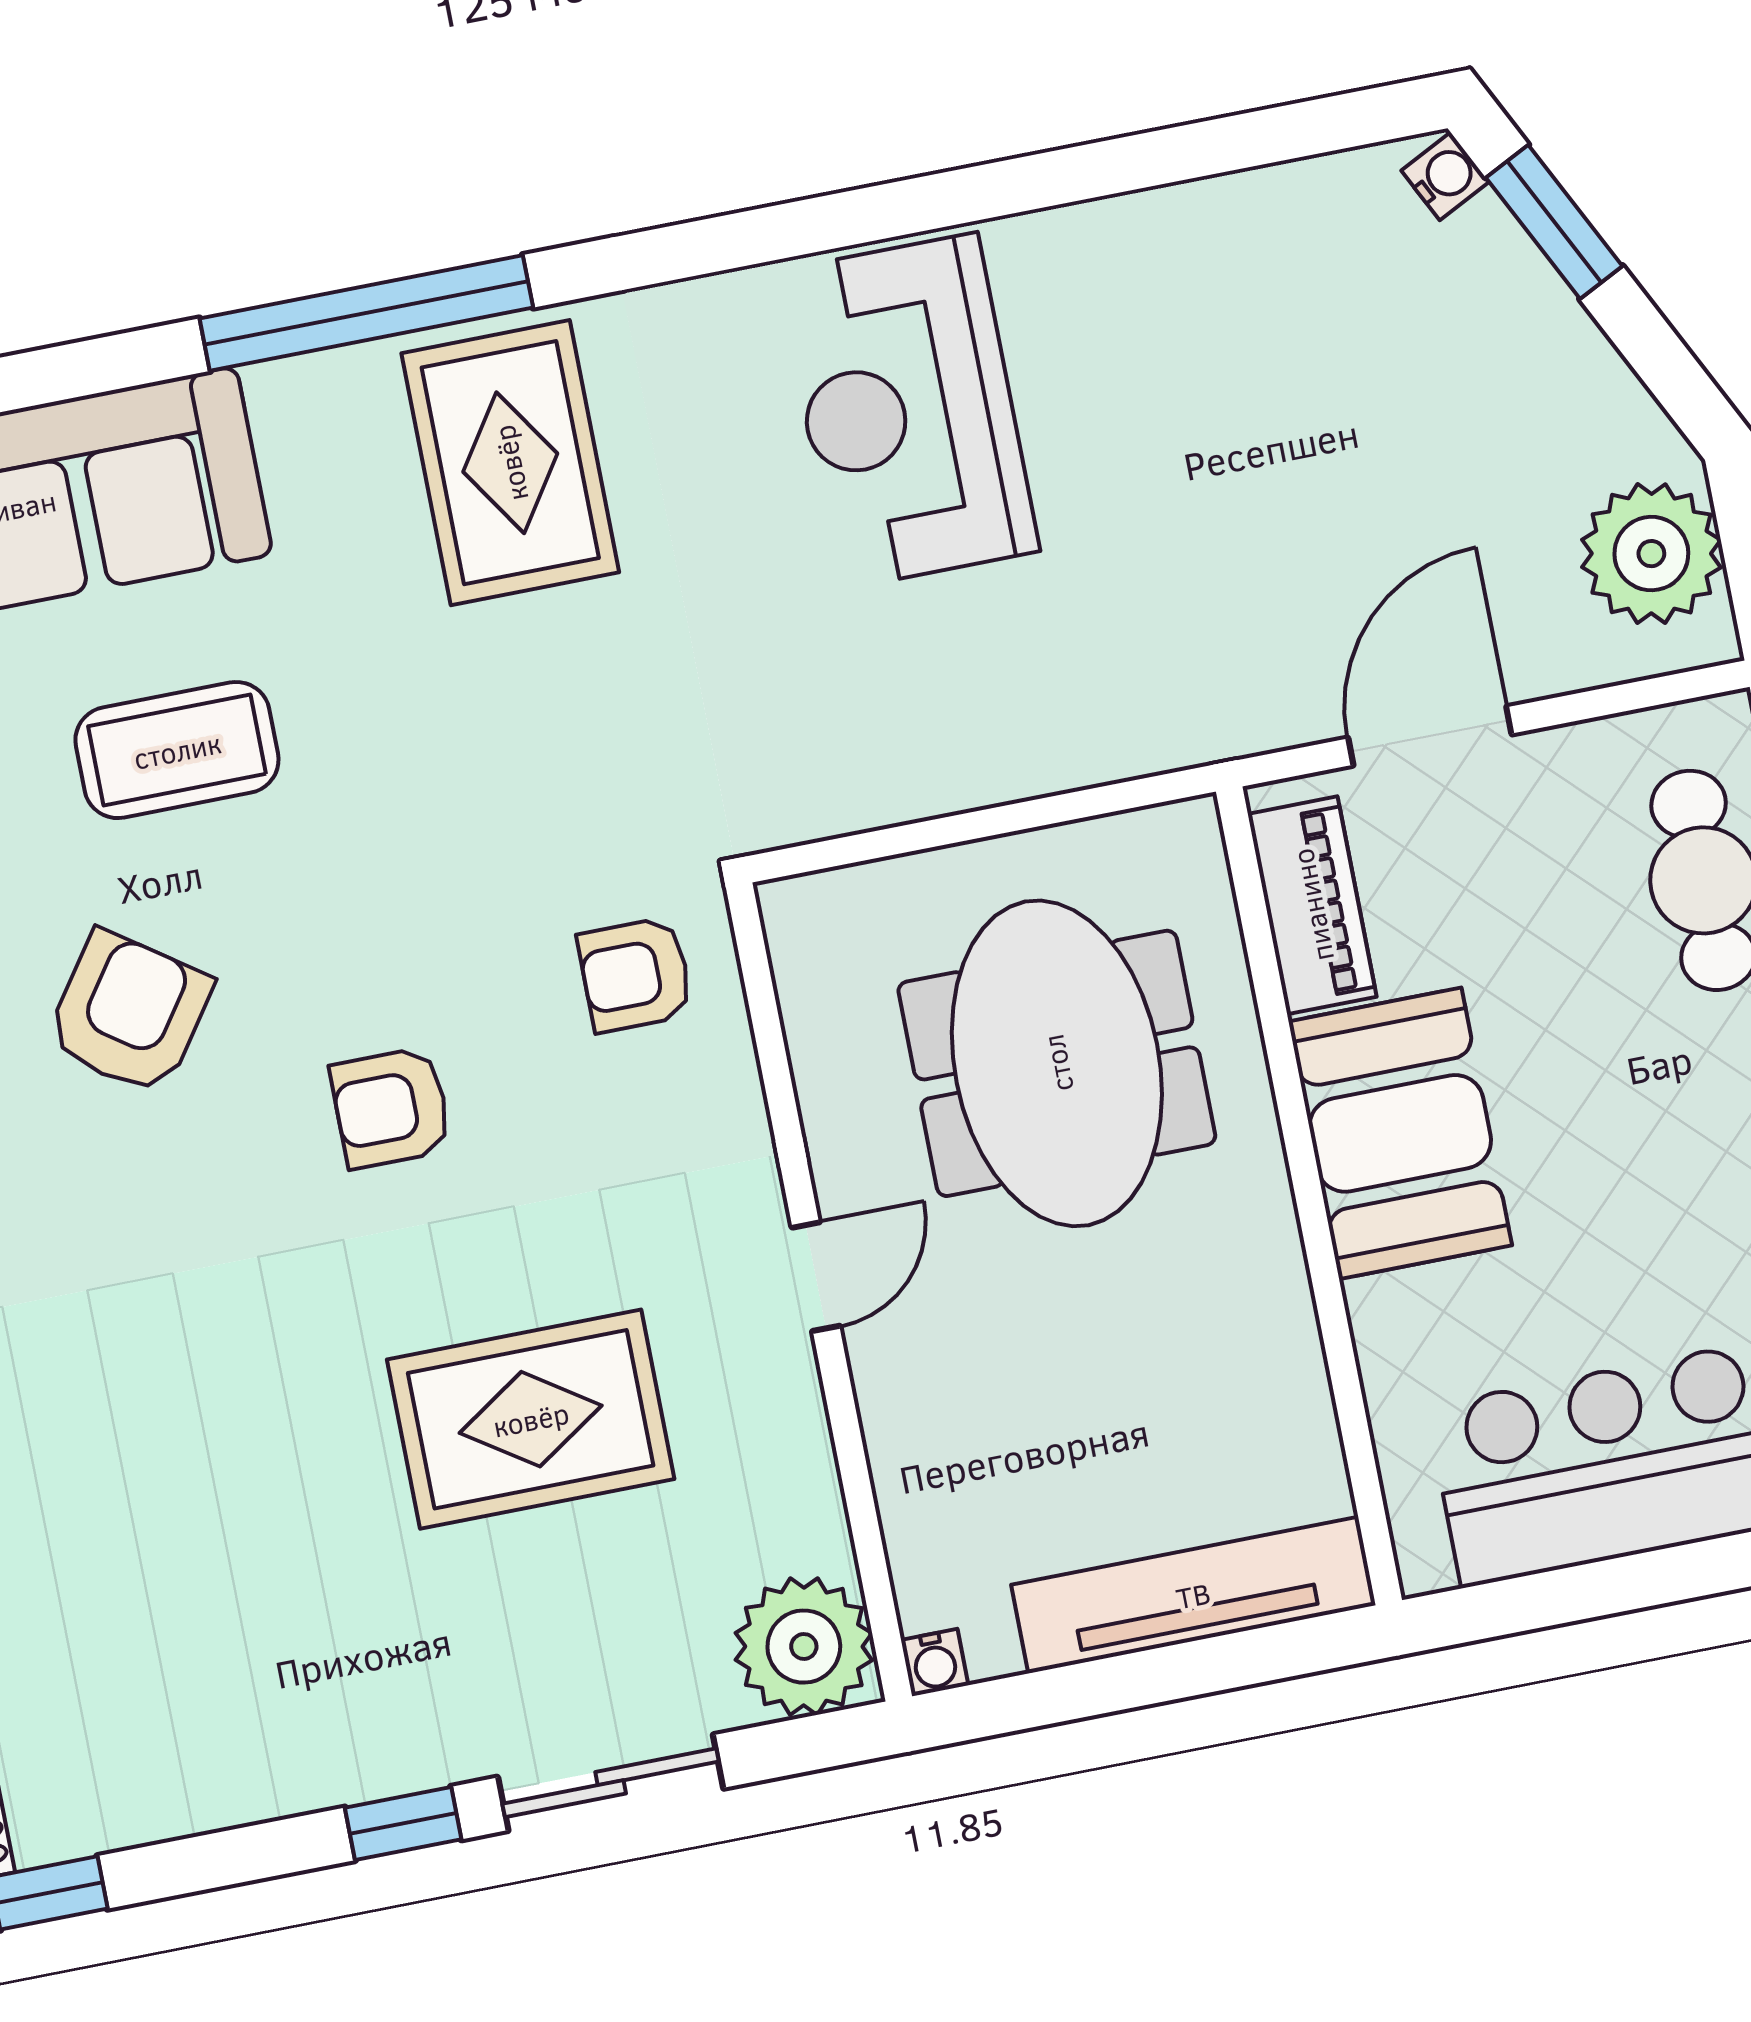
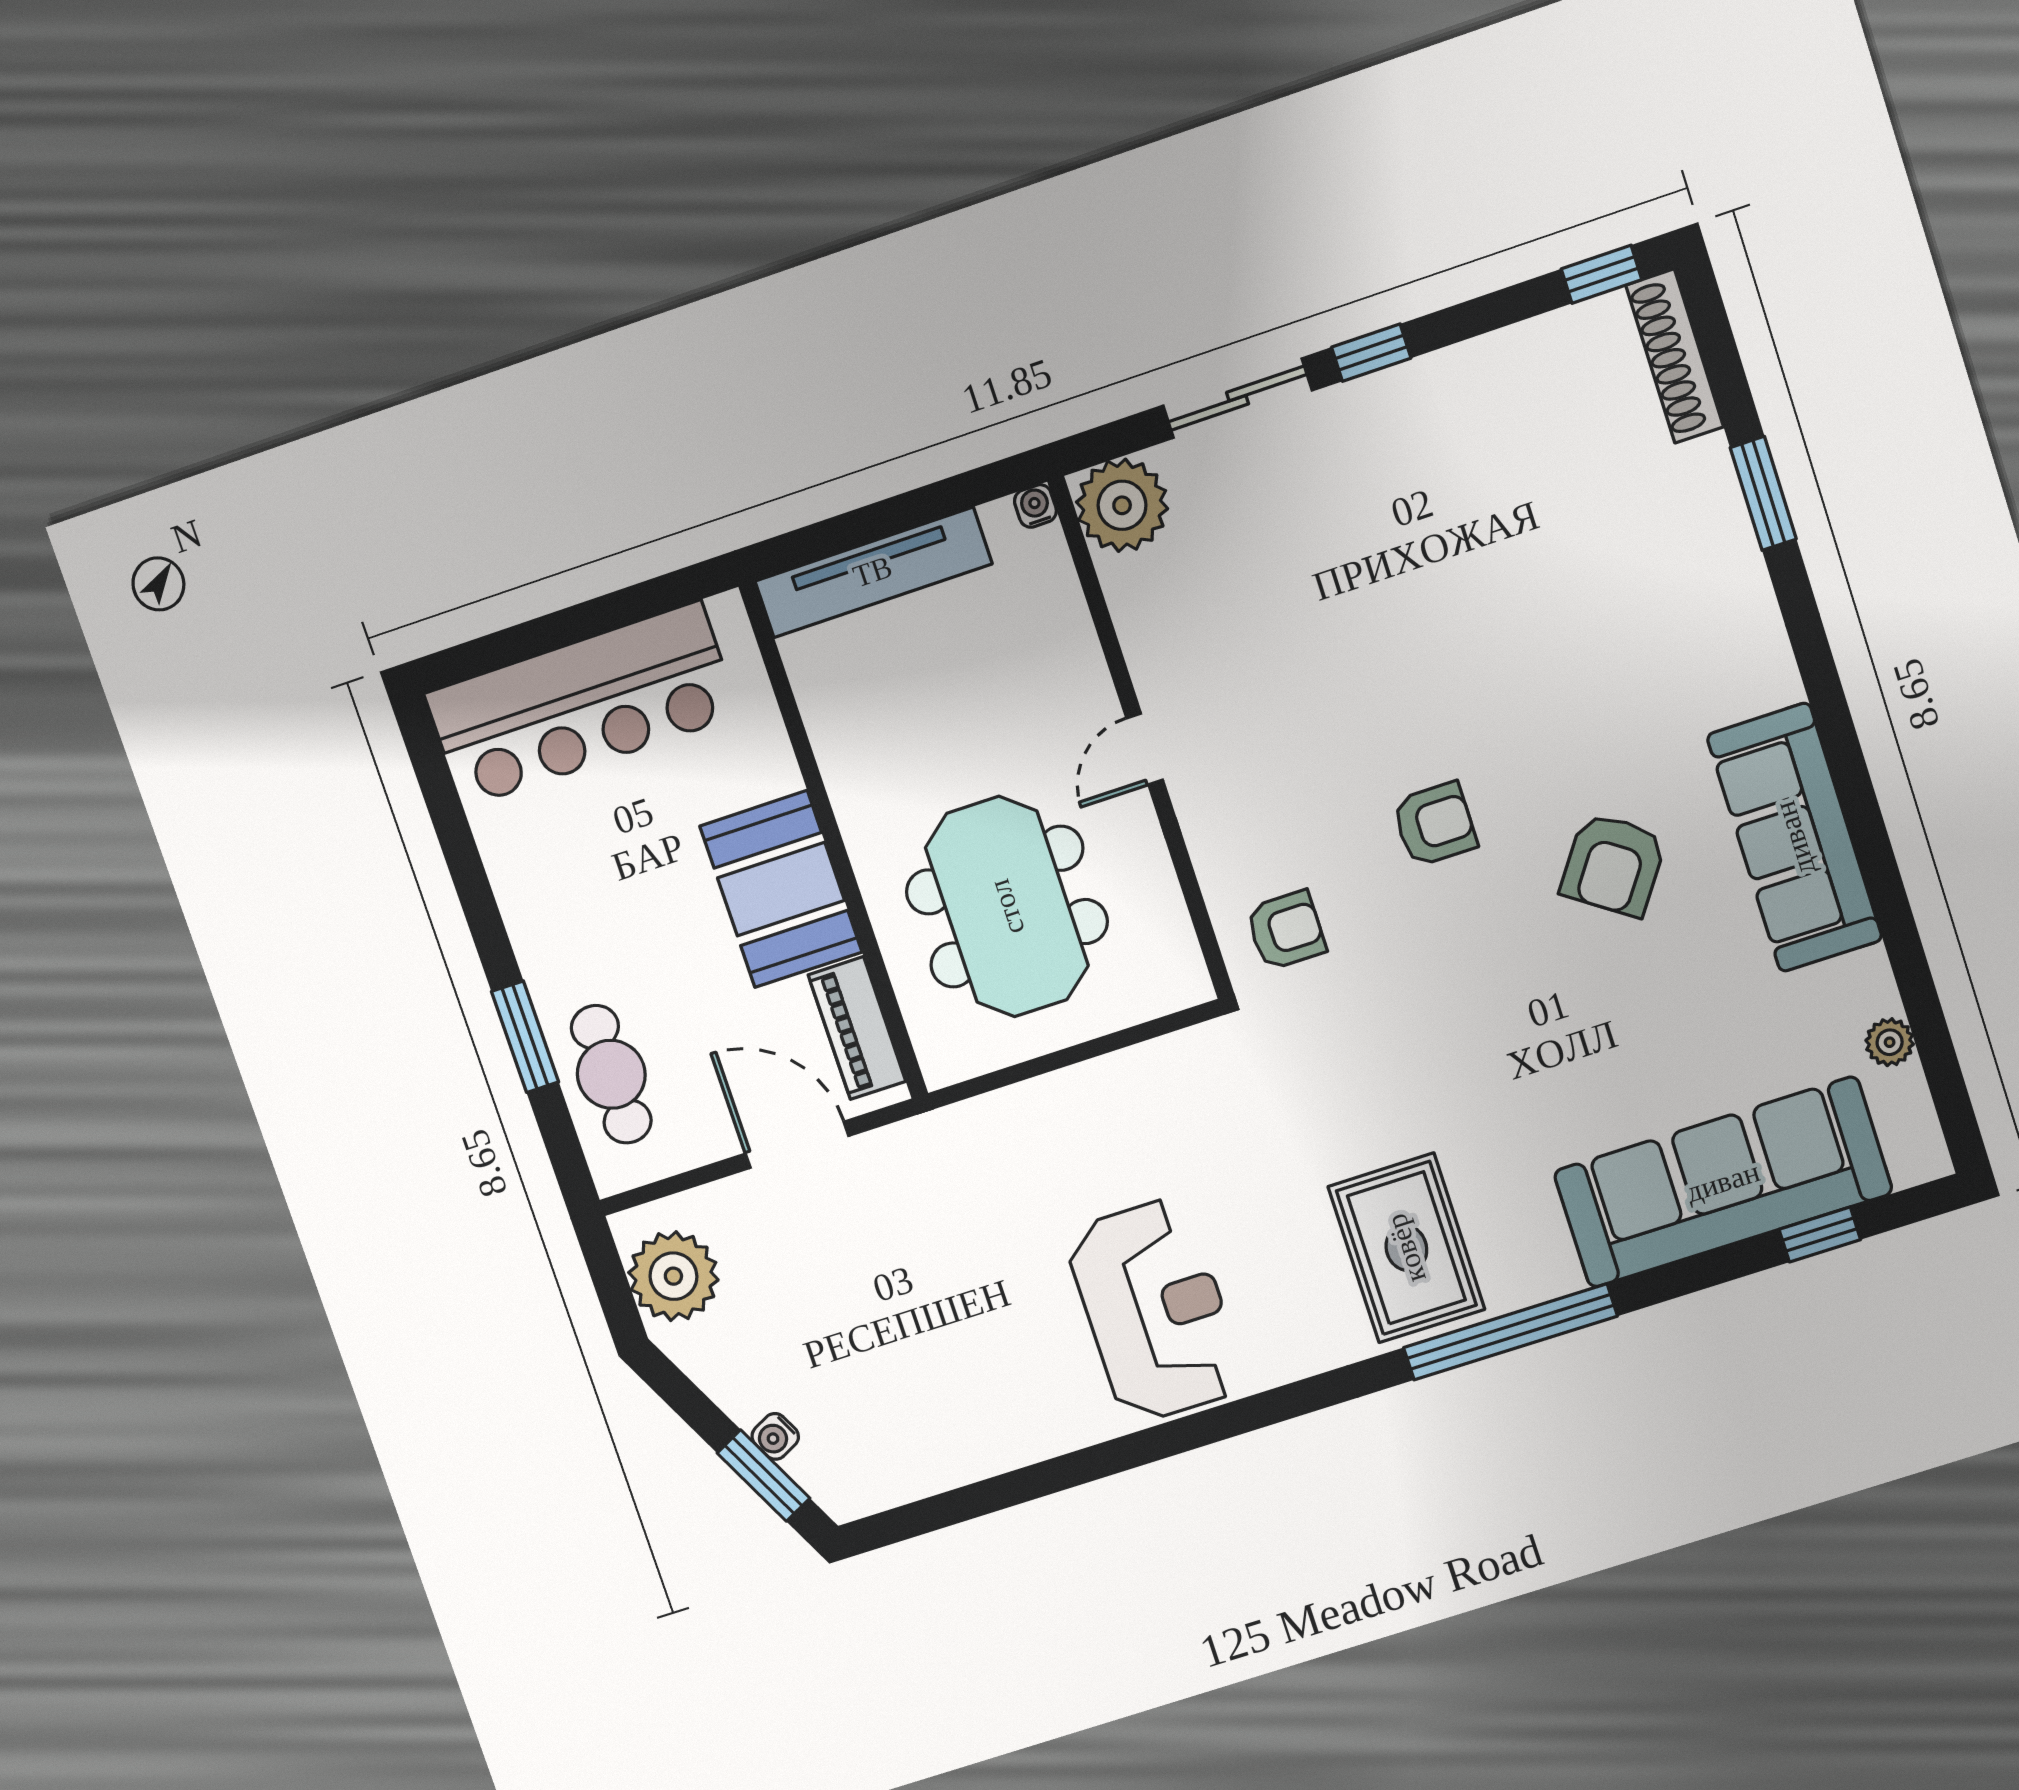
water cooler: (1445, 176) -> (775, 1436), moved
door: (1430, 736) -> (797, 1145), swing flipped
coffee table: (177, 750) -> (1601, 1039), removed
rug: (531, 1419) -> (1319, 632), removed

